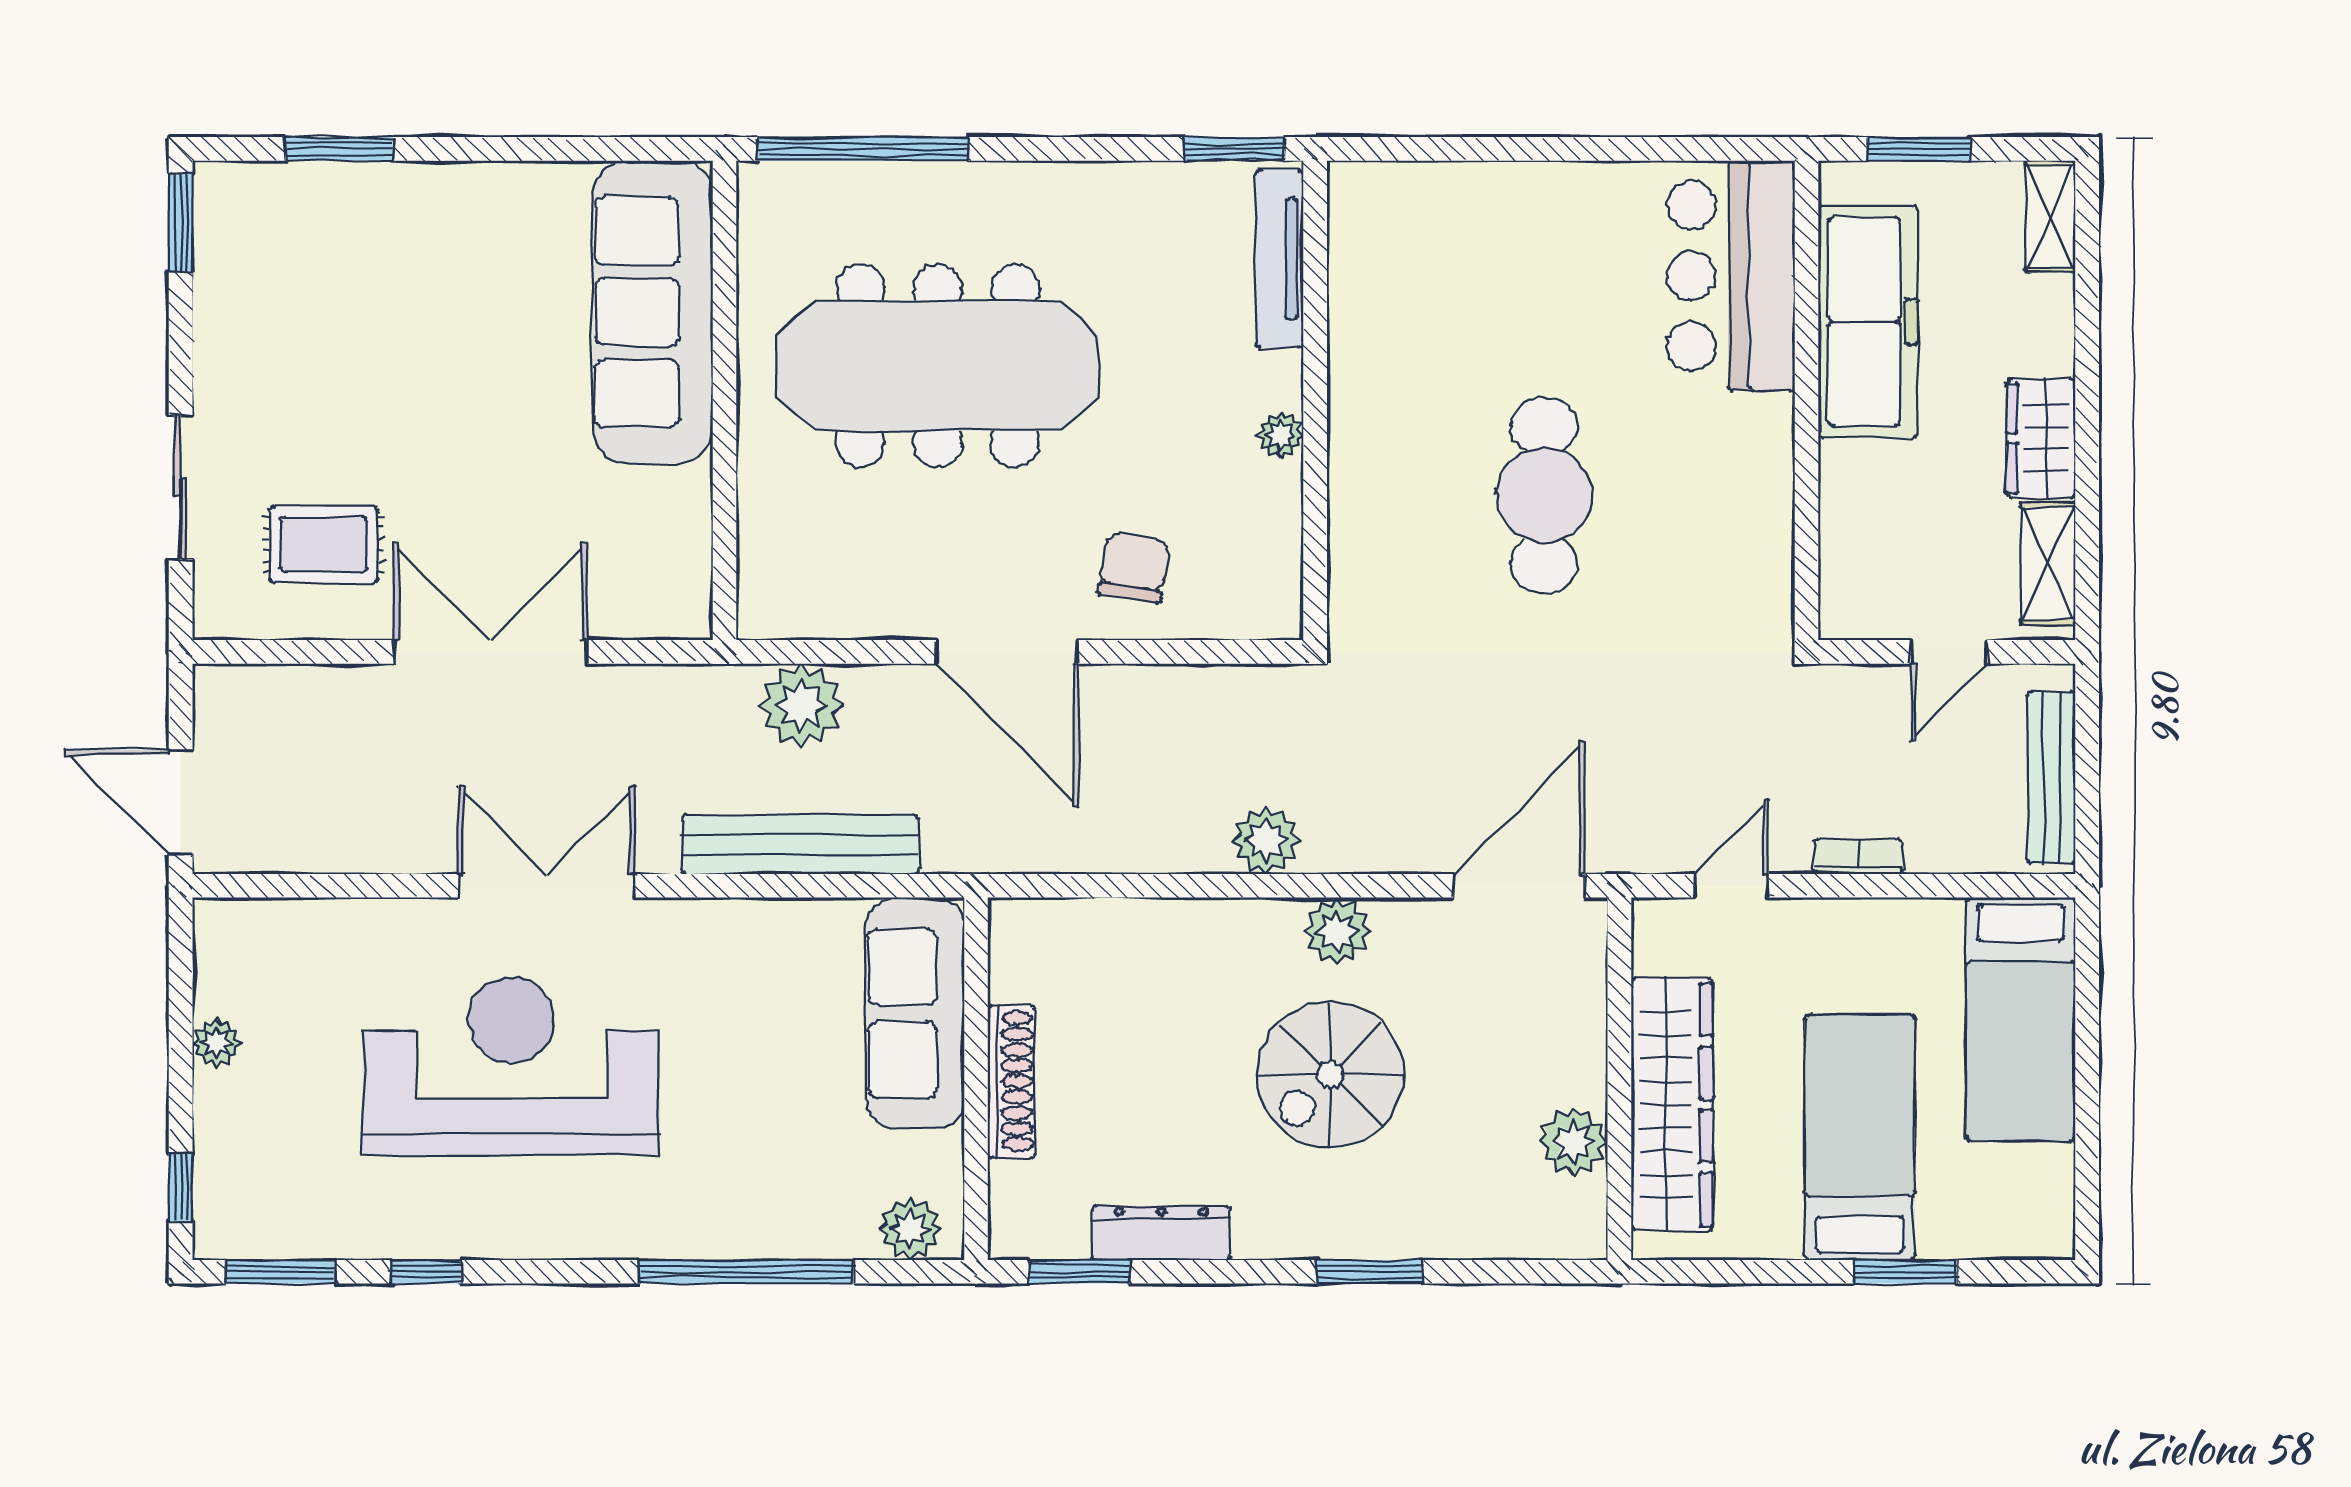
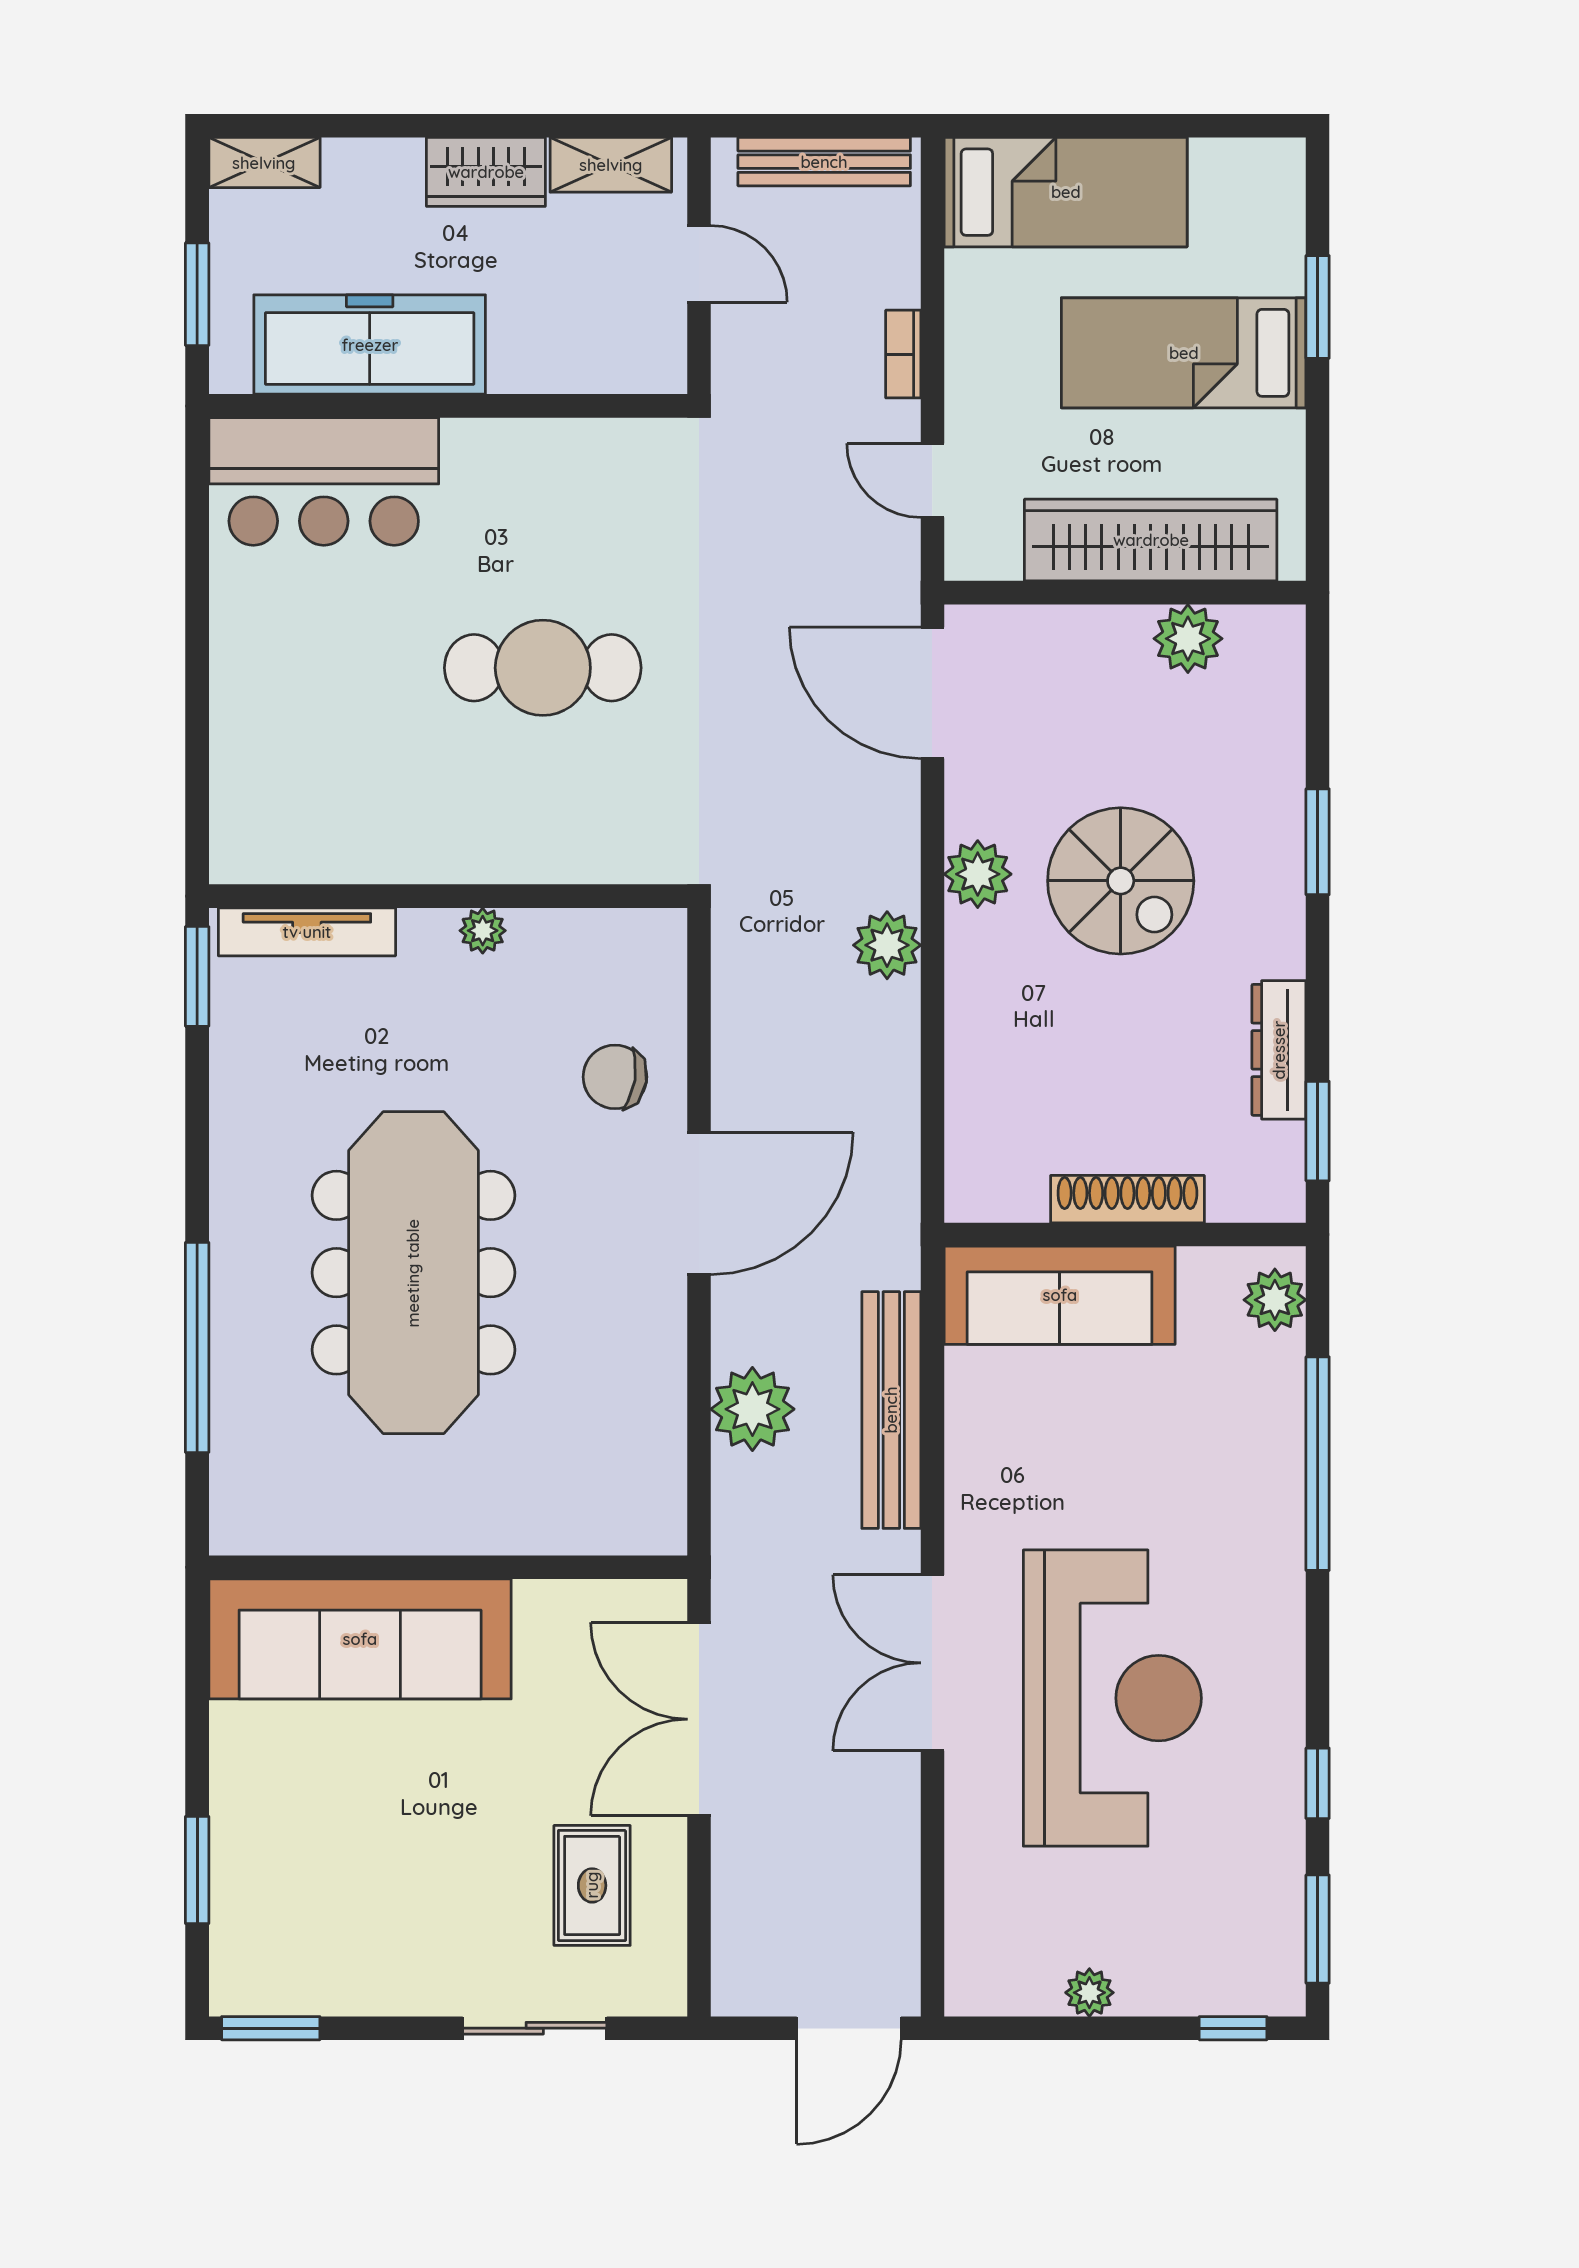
sofa: (653, 312) -> (360, 1639), moved
wall: (724, 400) -> (448, 1567), moved
reception desk: (511, 1066) -> (1112, 1698), turned 180

